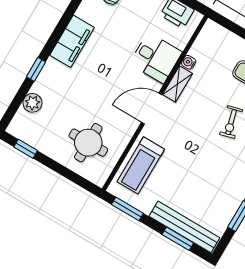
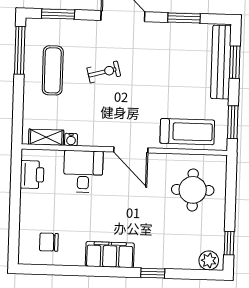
shelving: (178, 84) -> (46, 137), moved
plant: (32, 103) -> (209, 260), moved

